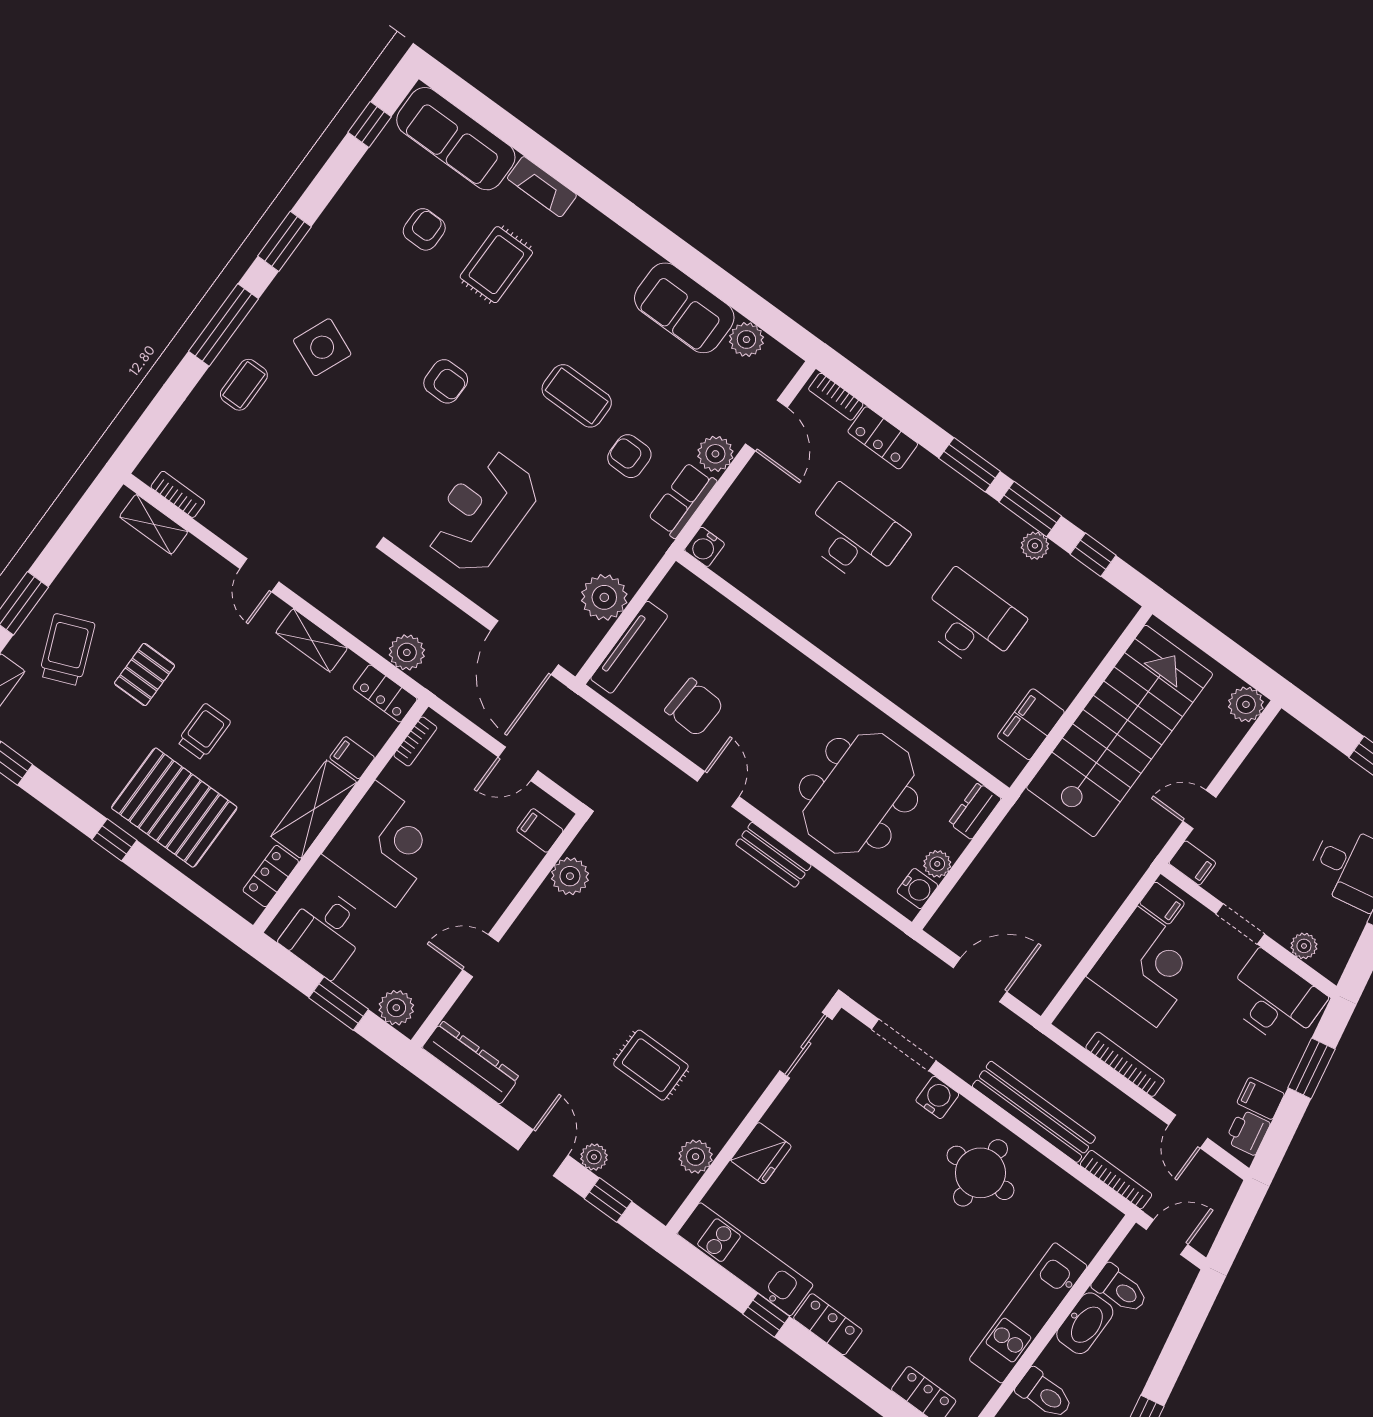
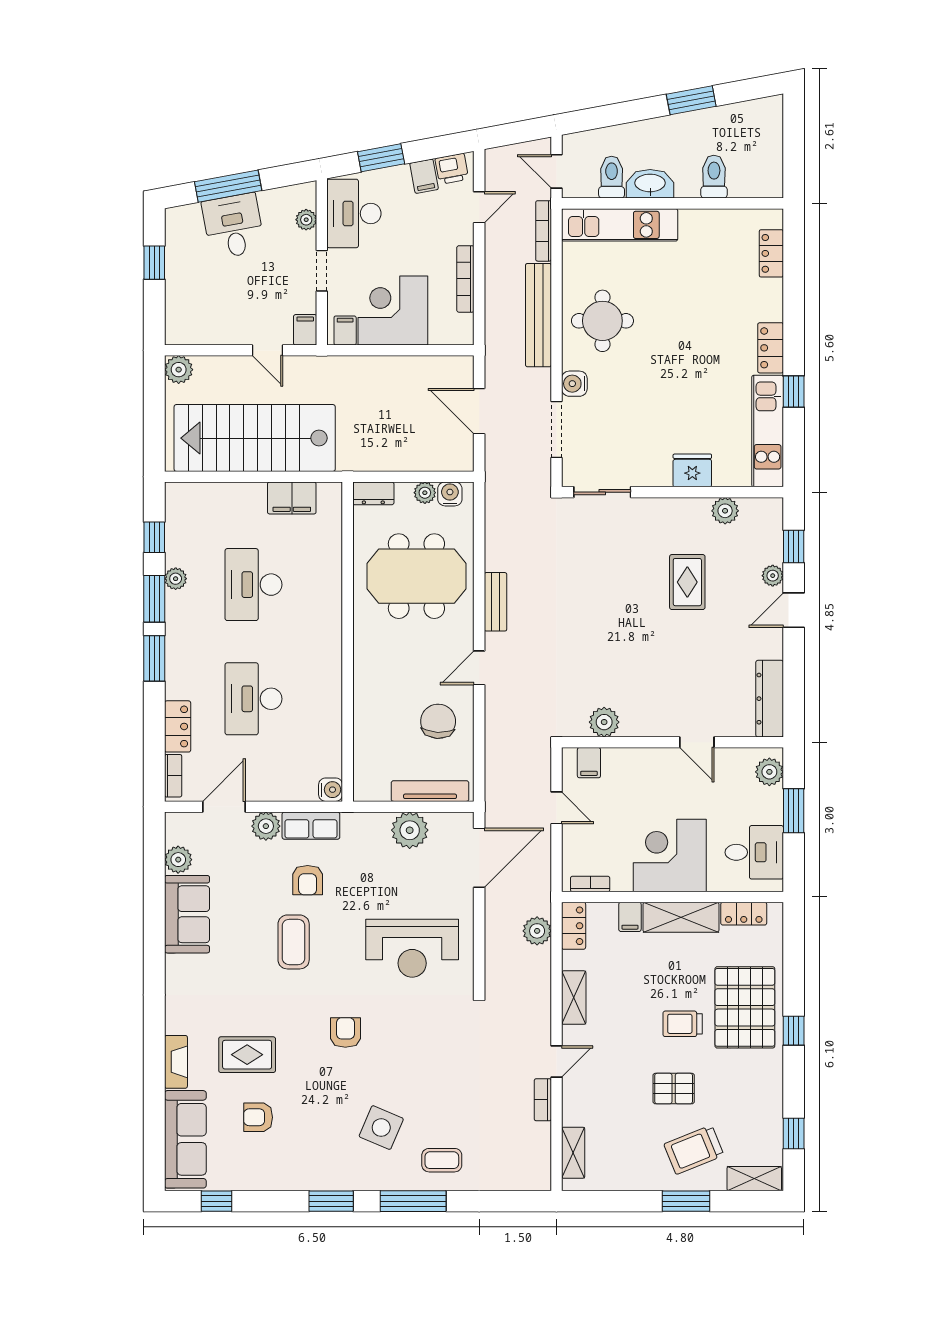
bookcase: (178, 494) -> (543, 1100), moved
kitchen unit: (1028, 1313) -> (620, 225), moved

